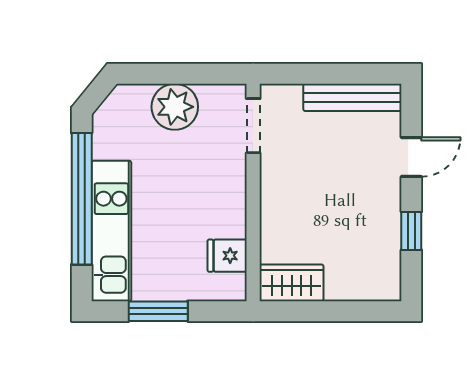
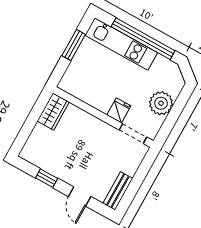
bench: (352, 97) -> (118, 191), width x0.73
fridge: (227, 256) -> (119, 110), moved

